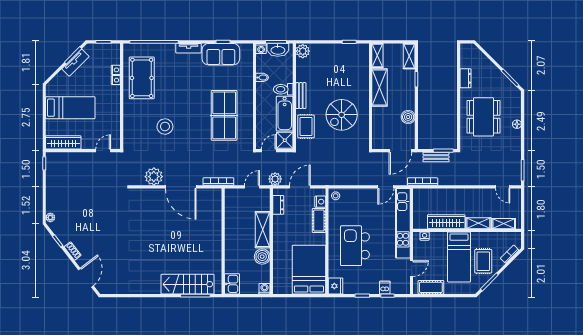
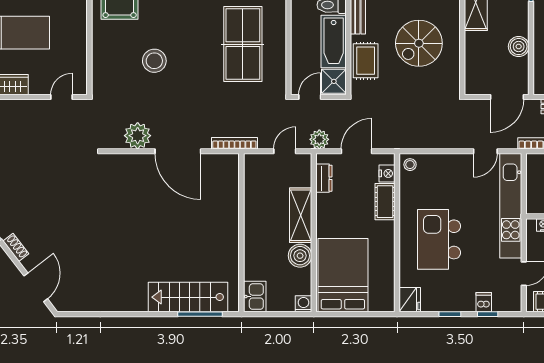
bed: (309, 270) -> (343, 275), moved

